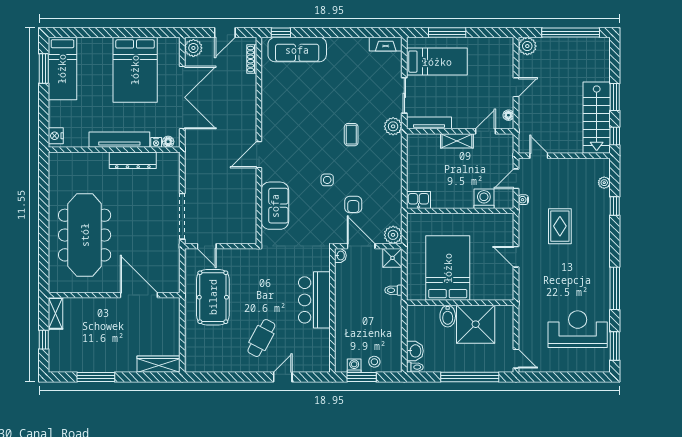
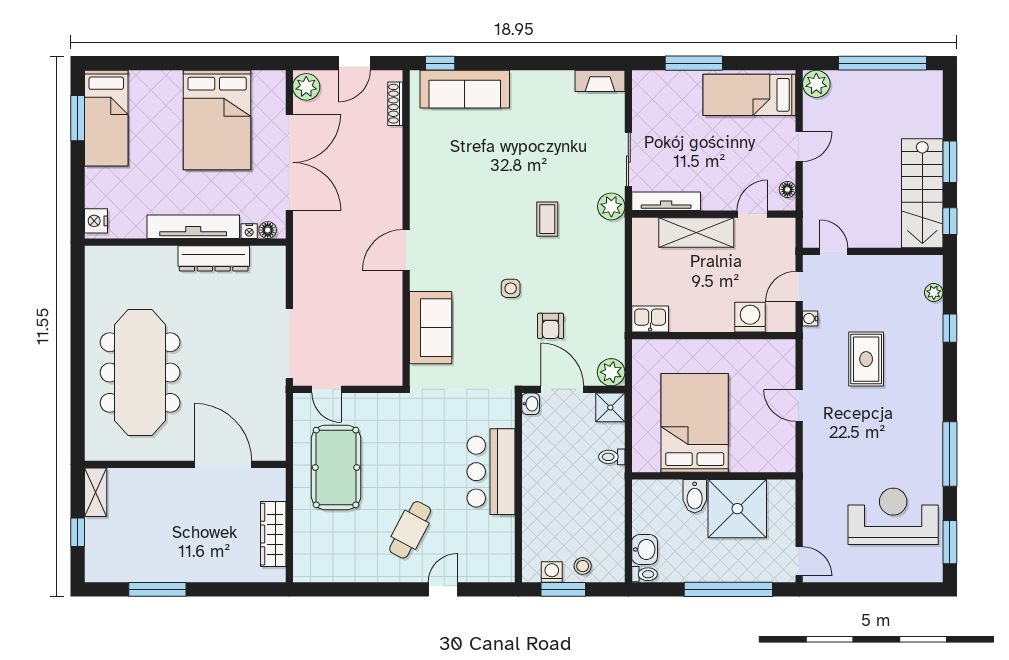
bed: (437, 62) -> (749, 95), moved, turned 180
shelving: (457, 141) -> (696, 232), width x1.50, depth x1.33
wardrobe: (159, 364) -> (273, 534), moved, turned -90

